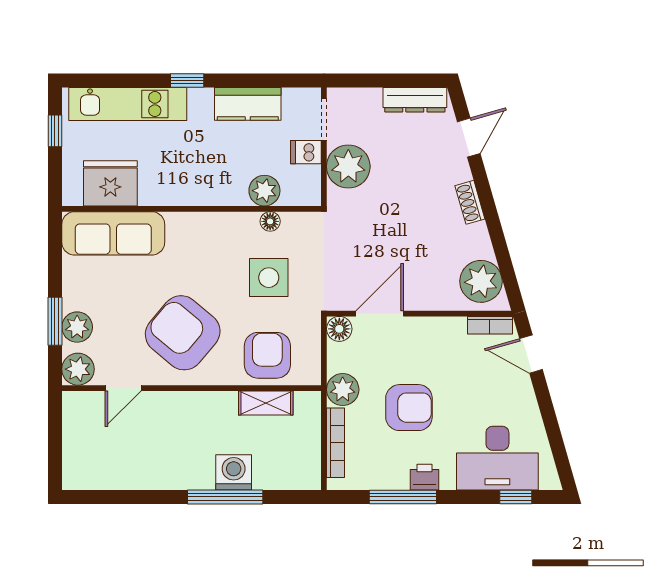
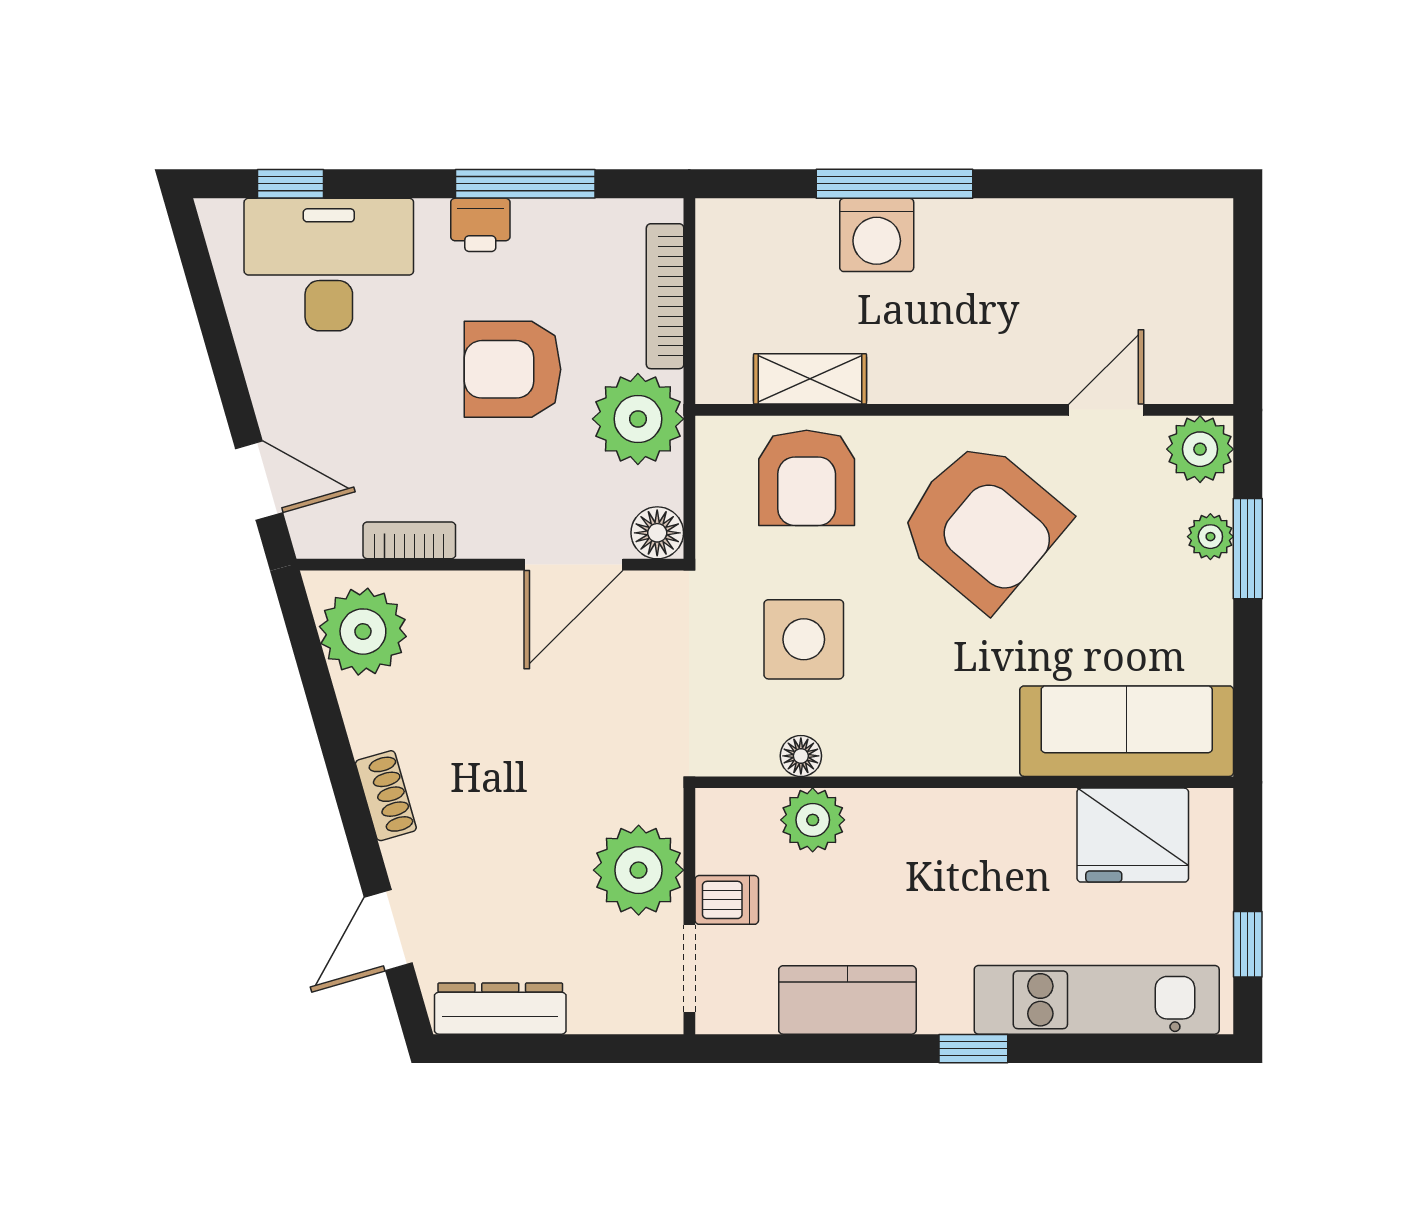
bookcase: (490, 325) -> (409, 540), moved
plant: (77, 327) -> (1210, 537), width x0.73, depth x0.73
plant: (343, 390) -> (638, 419), width x1.36, depth x1.36

